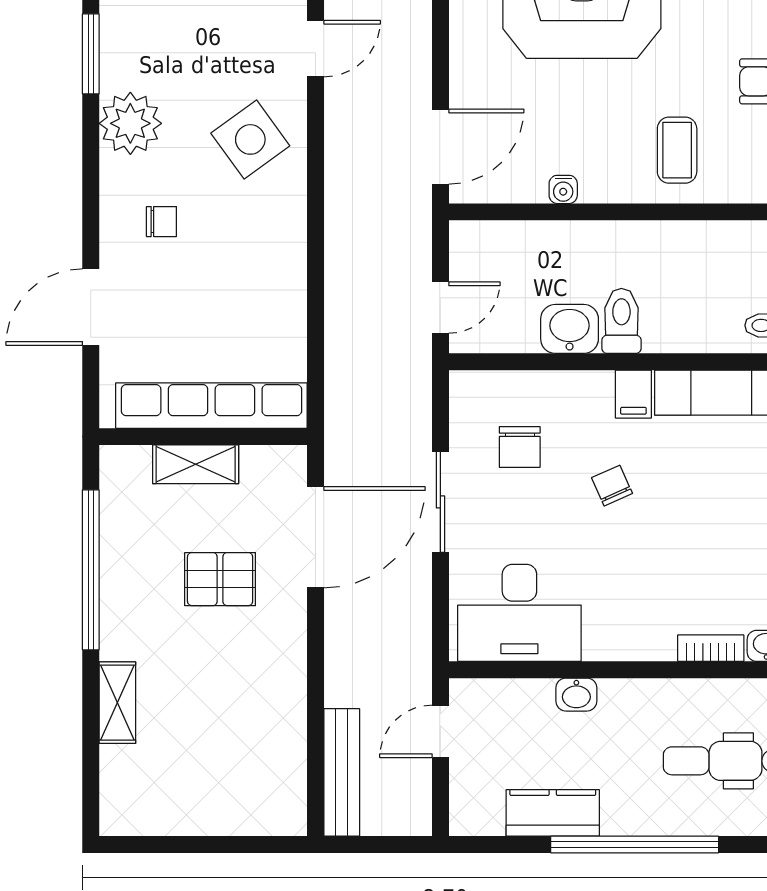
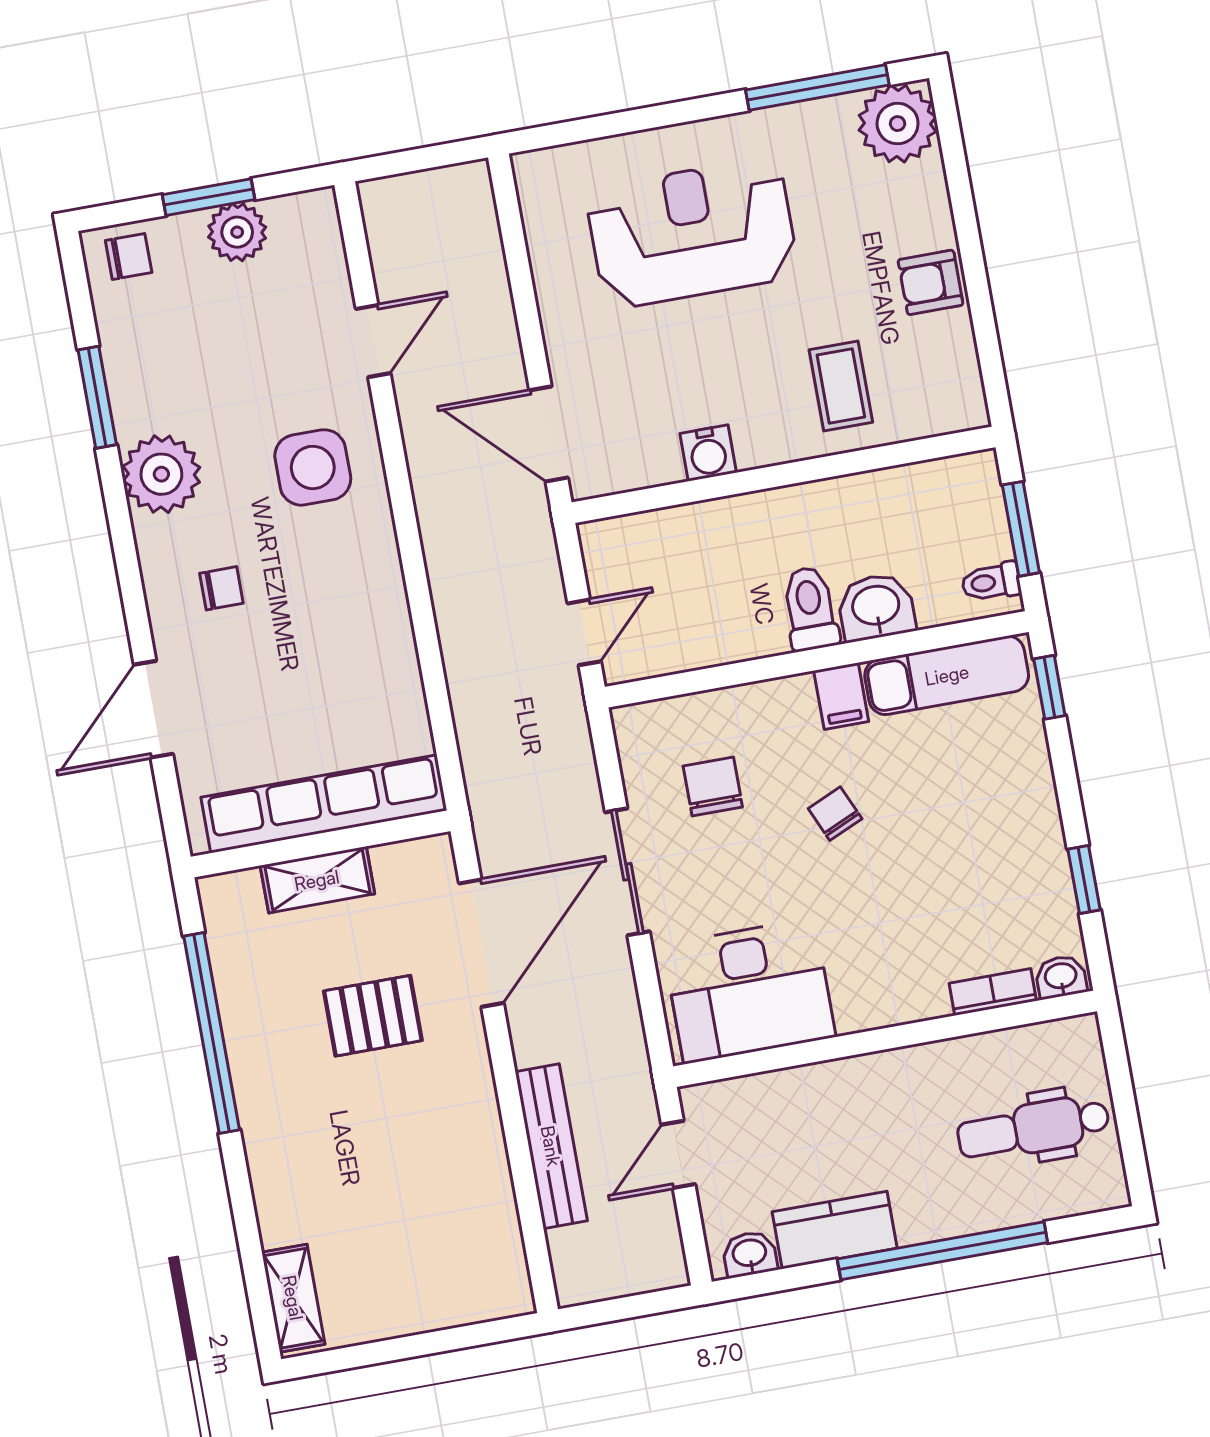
side table: (250, 139) -> (313, 467), turned 36
door: (440, 147) -> (549, 434), swing flipped
water cooler: (563, 189) -> (708, 453), width x1.38, depth x1.38
washbasin: (570, 329) -> (876, 607), moved
chair: (520, 447) -> (713, 787), turned 180
washbasin: (576, 695) -> (750, 1254), moved, turned 180
shelving: (117, 703) -> (293, 1298), moved
bench: (342, 772) -> (551, 1146), moved

